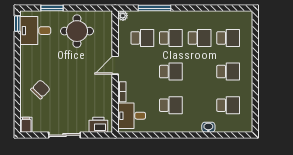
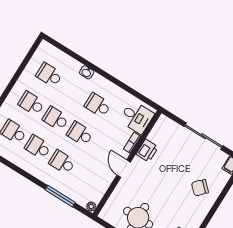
school desk: (142, 38) -> (56, 119), moved
door: (115, 65) -> (124, 169), swing flipped
printer: (98, 125) -> (147, 151), moved, turned -90
washbasin: (208, 127) -> (87, 72), moved
sliding door: (65, 135) -> (204, 136), width x1.37

